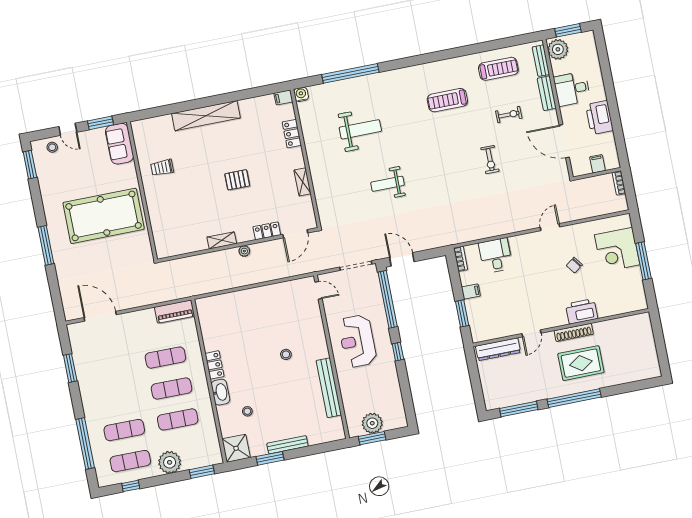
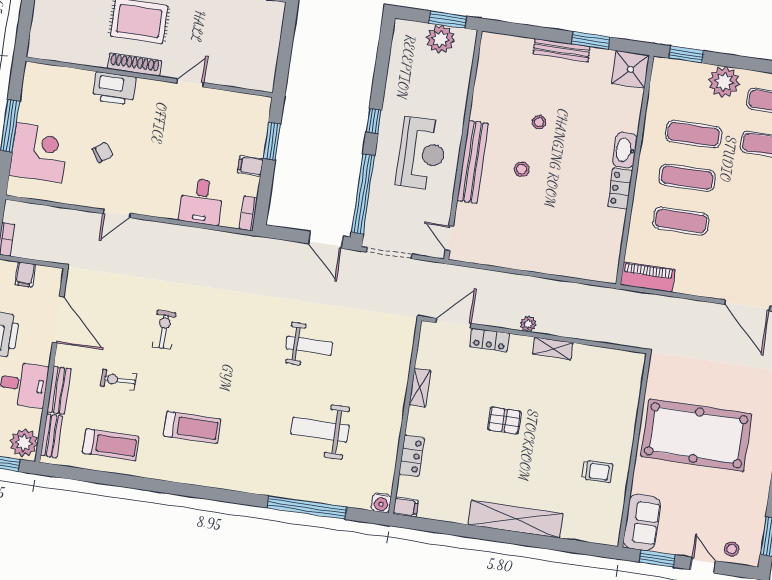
treadmill: (498, 69) -> (111, 445), turned 180
dresser: (498, 349) -> (241, 78), removed
bench: (329, 388) -> (473, 162), moved
stool: (247, 411) -> (539, 122), moved

